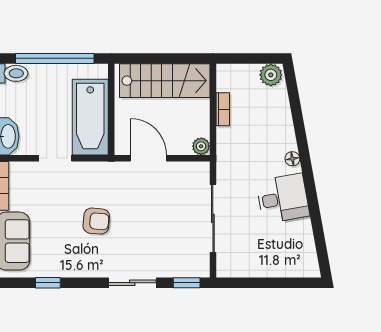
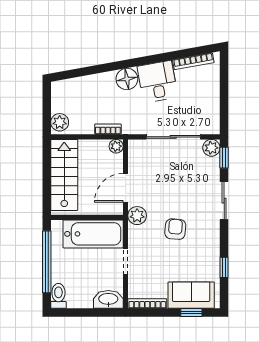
plant: (271, 75) -> (60, 122), moved
bookcase: (223, 109) -> (108, 129), moved
floor lamp: (292, 159) -> (127, 79), width x1.89, depth x1.89
plant: (113, 173) -> (137, 216), added
bookcase: (309, 244) -> (193, 61), added
plant: (199, 267) -> (211, 148), added

